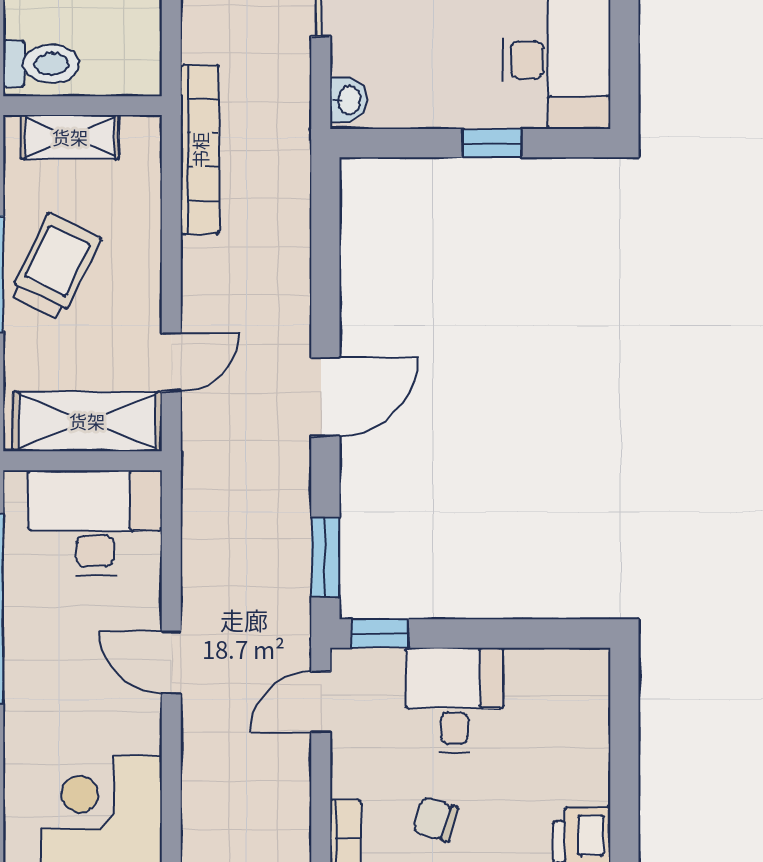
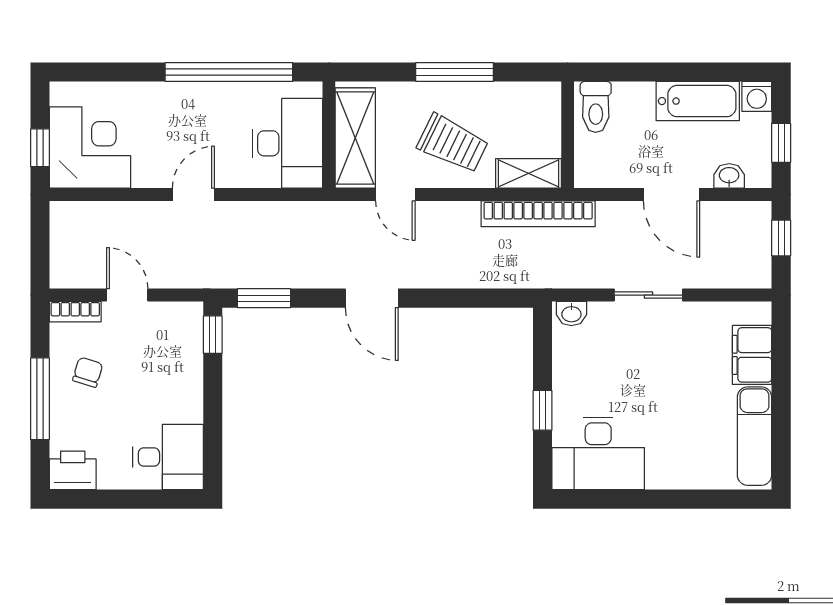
shelving: (70, 137) -> (528, 173), moved, turned 90
trolley: (55, 266) -> (453, 144), moved
desk: (455, 700) -> (168, 457), moved
door: (321, 702) -> (127, 295), moved

